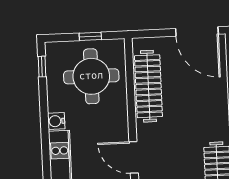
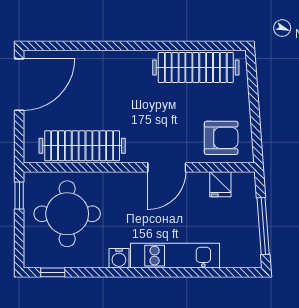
window: (90, 36) -> (19, 195), moved

